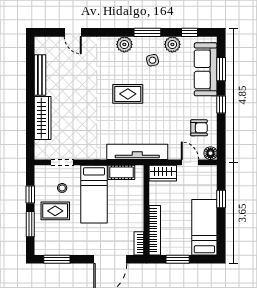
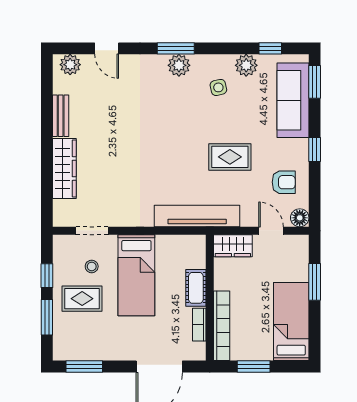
window: (147, 32) -> (176, 48), moved
plant: (47, 44) -> (70, 65), added
window: (221, 69) -> (315, 82), moved
bench: (40, 75) -> (61, 116), width x0.73
rug: (128, 94) -> (230, 157), moved
cot: (121, 172) -> (196, 288), moved, turned 90
window: (221, 199) -> (315, 282), width x1.50
bookcase: (139, 243) -> (199, 325), moved

